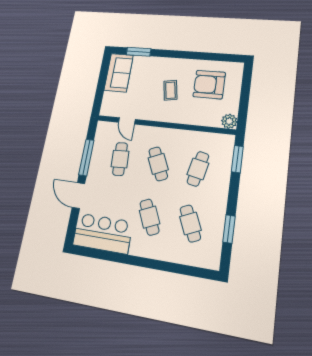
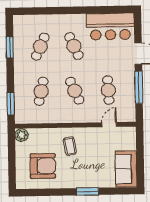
window: (139, 52) -> (88, 192), moved
coffee table: (170, 90) -> (70, 146), moved
door: (127, 121) -> (109, 125), hinge flipped
cafe table: (190, 223) -> (40, 47), turned 48

